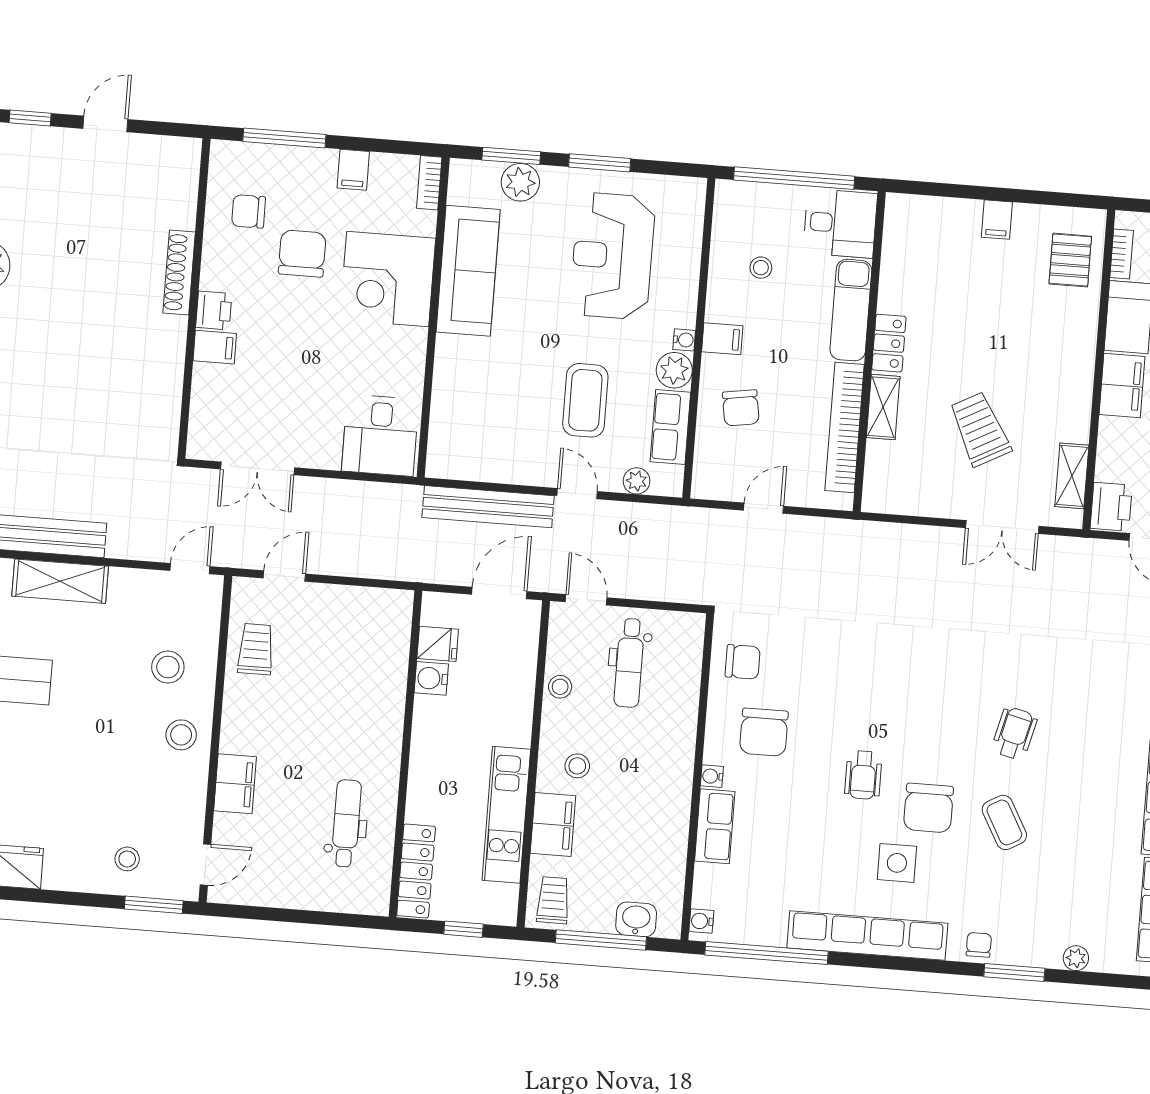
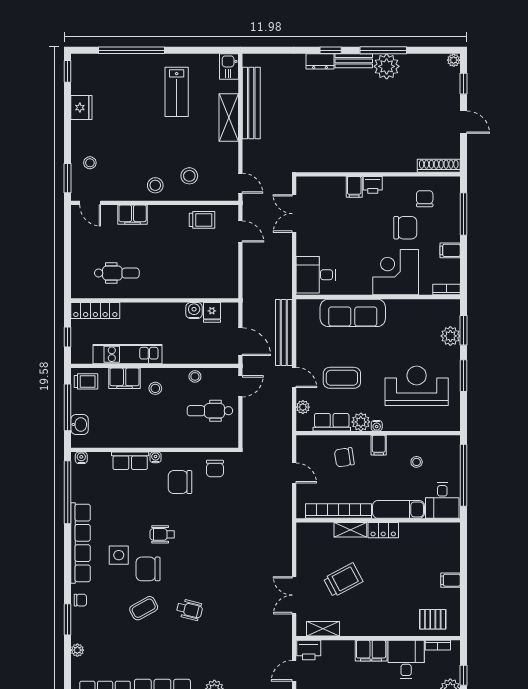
sofa: (468, 271) -> (353, 313), moved
shoe rack: (179, 272) -> (439, 166), moved
door: (577, 494) -> (294, 377), hinge flipped

